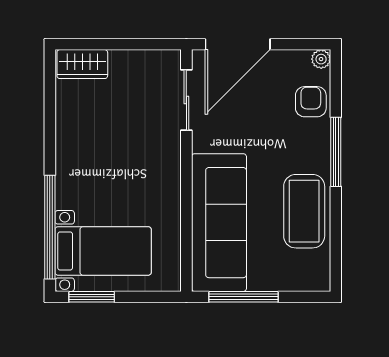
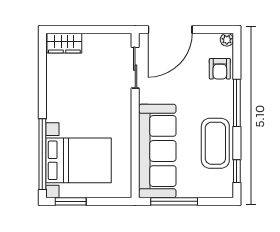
armchair: (311, 102) -> (220, 69), turned 180
bed with nightstands: (103, 251) -> (79, 160), width x1.36
window: (336, 252) -> (237, 171), added

